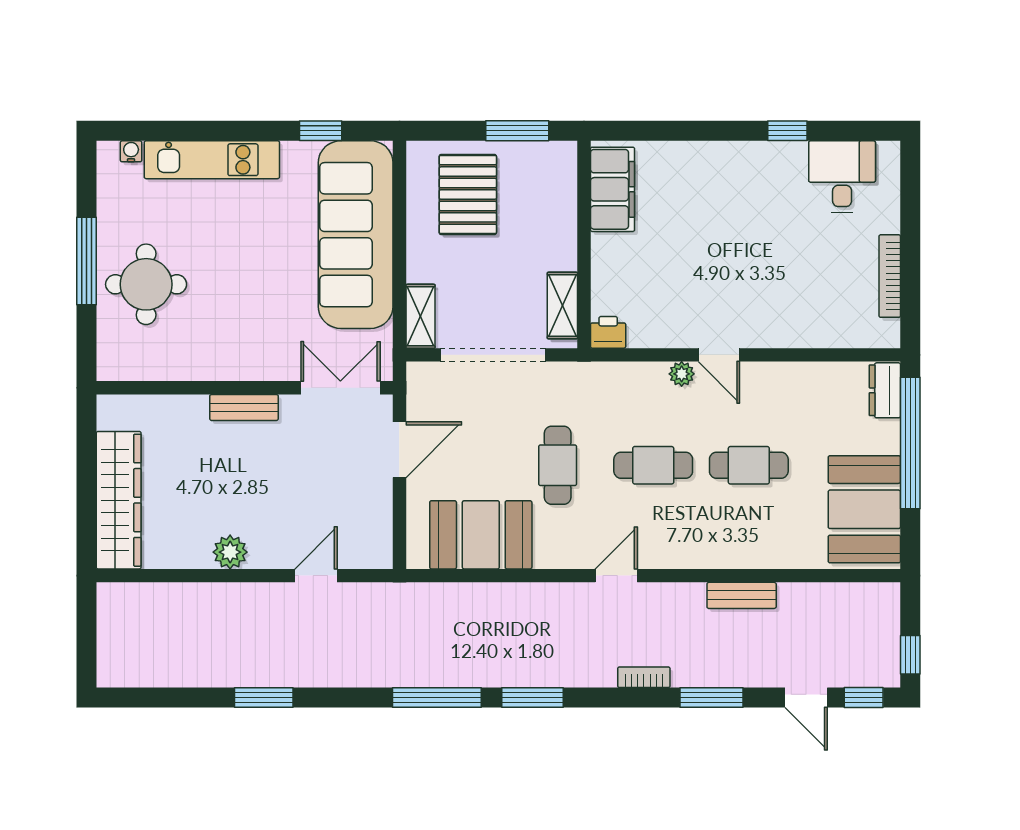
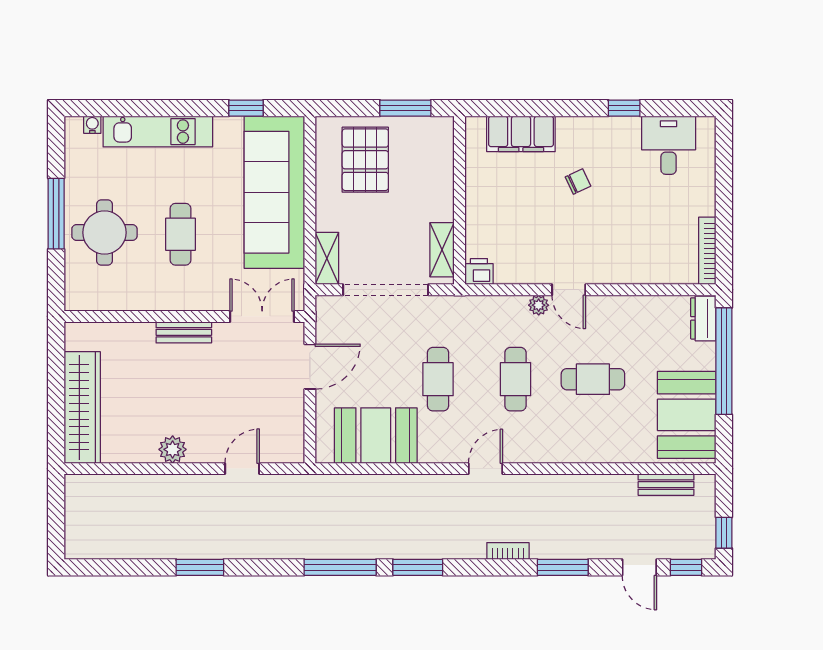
filing cabinet: (613, 189) -> (521, 134), moved, turned 90
chair: (730, 221) -> (578, 182), added
bookcase: (890, 276) -> (707, 251), moved
cafe table: (240, 286) -> (181, 234), added
cafe table: (653, 465) -> (515, 379), turned 90
bench: (742, 595) -> (666, 485), moved

